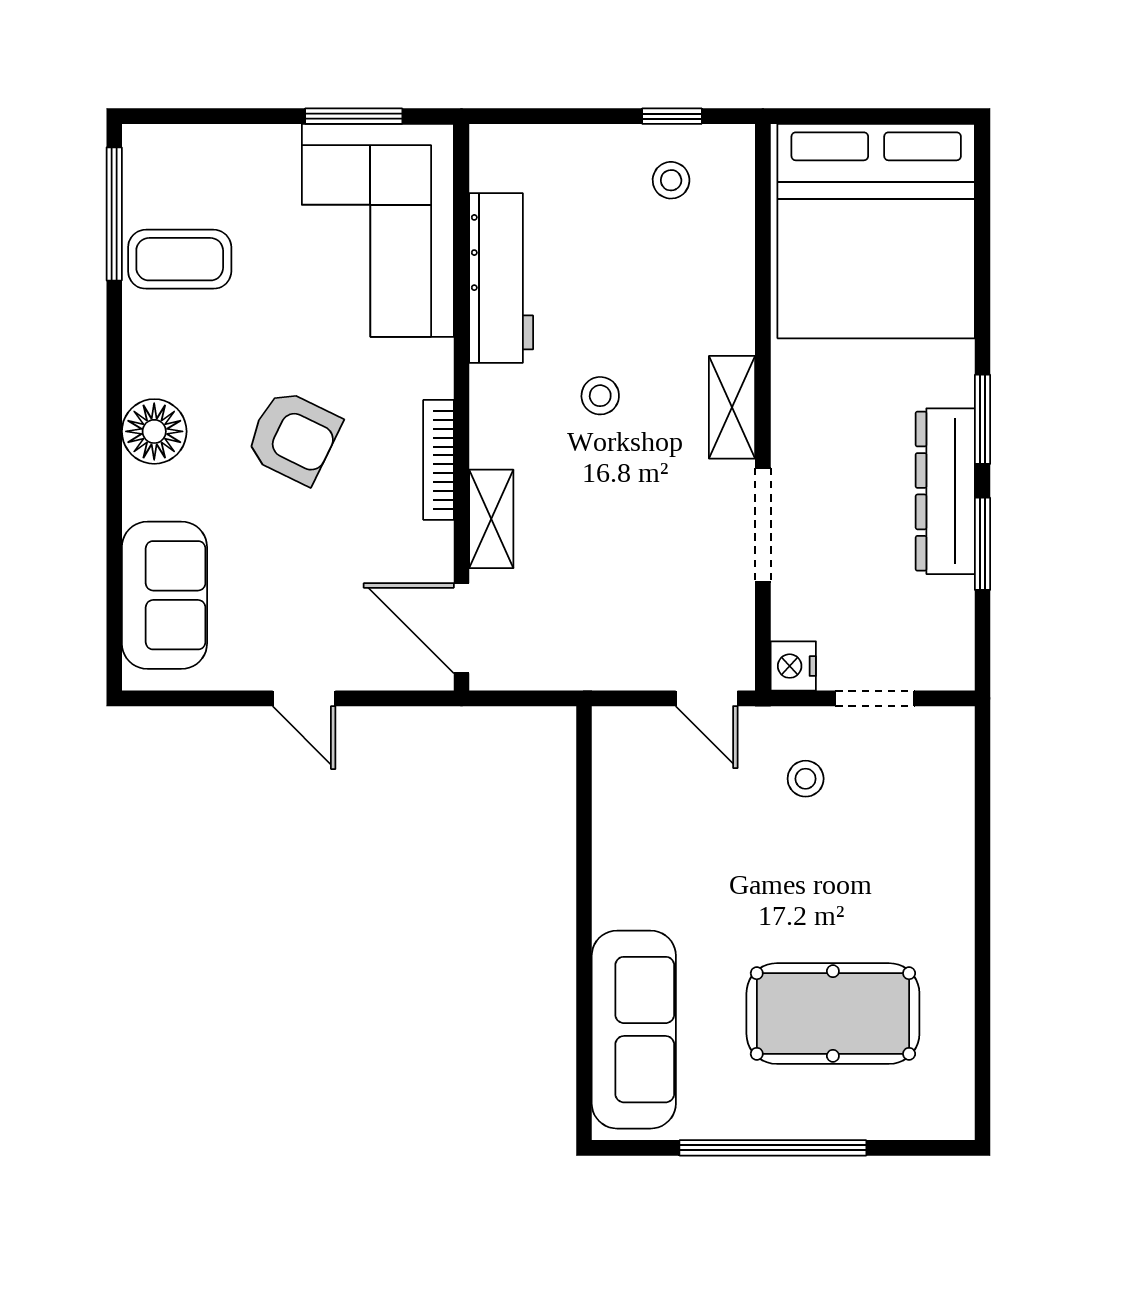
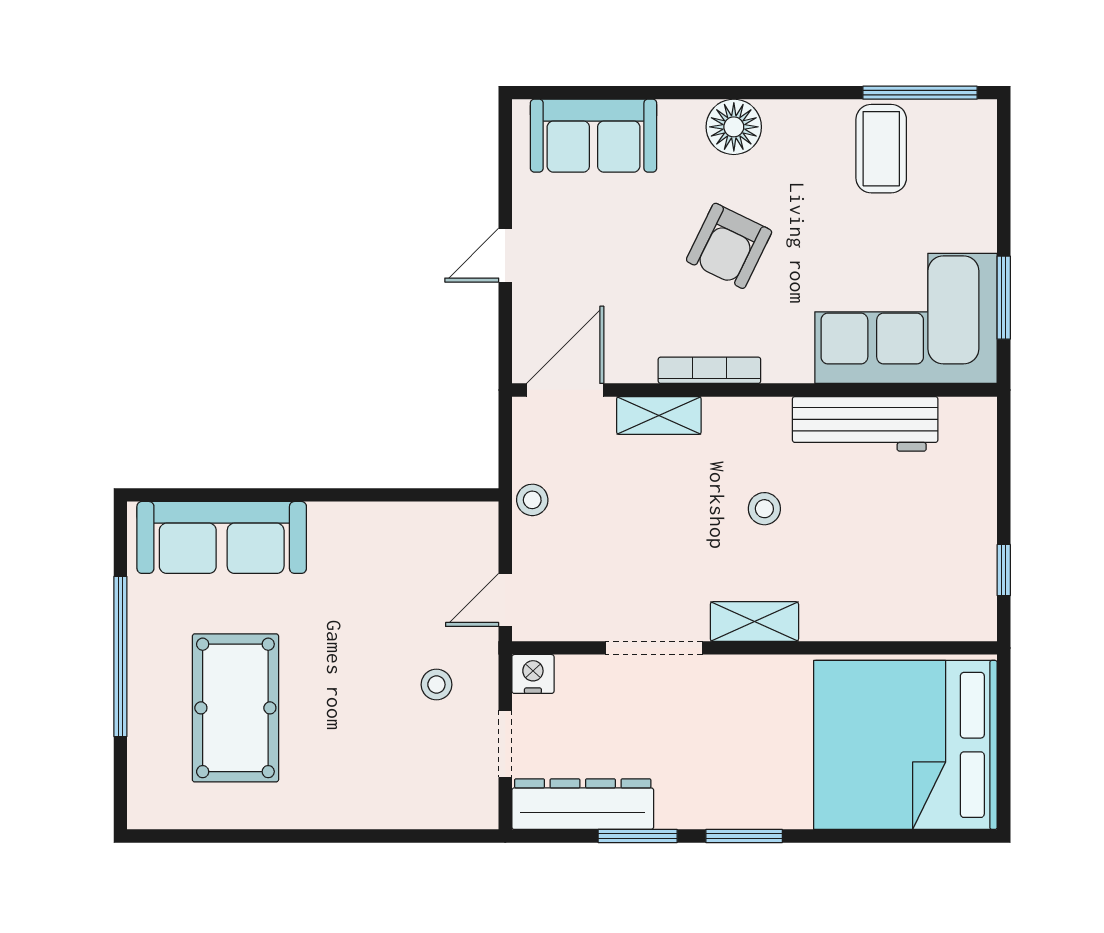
stool: (671, 180) -> (532, 500), moved
dresser: (945, 491) -> (583, 804), moved

